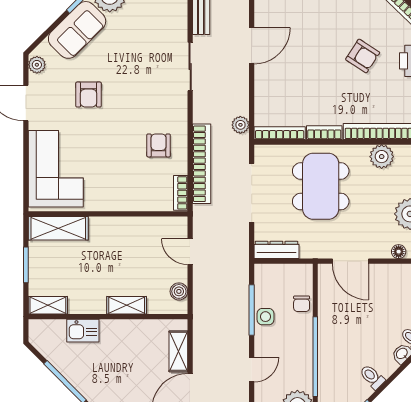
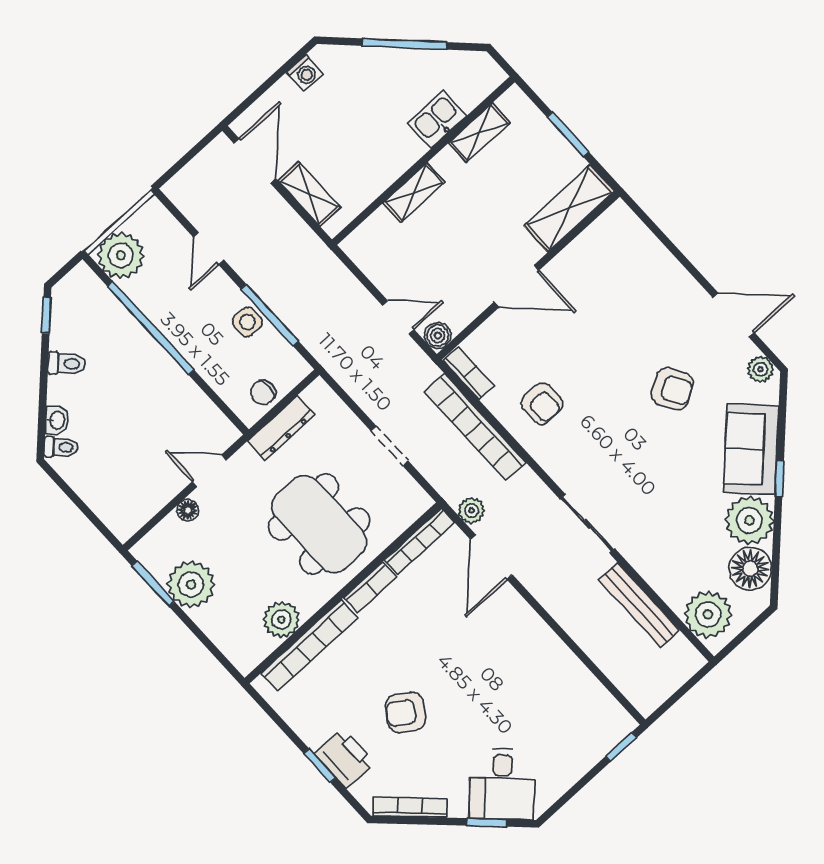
door: (252, 46) -> (491, 557), moved
armchair: (89, 95) -> (672, 389), turned 150
corner sofa: (56, 169) -> (633, 272), removed
doorway: (252, 193) -> (389, 446), width x0.53
door: (118, 214) -> (517, 286), added
dresser: (276, 250) -> (281, 428), moved
floor lamp: (399, 252) -> (188, 510), moved
door: (350, 261) -> (209, 471), width x0.73
boiler: (179, 291) -> (438, 336), moved
chair: (302, 304) -> (263, 392), moved, turned -90
shelving: (48, 305) -> (479, 133), moved

